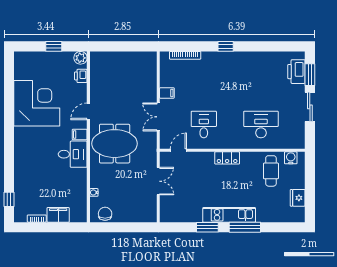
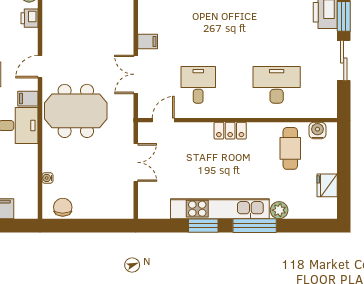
kitchen unit: (229, 215) -> (220, 209), width x1.36
plant: (263, 216) -> (279, 210), added

